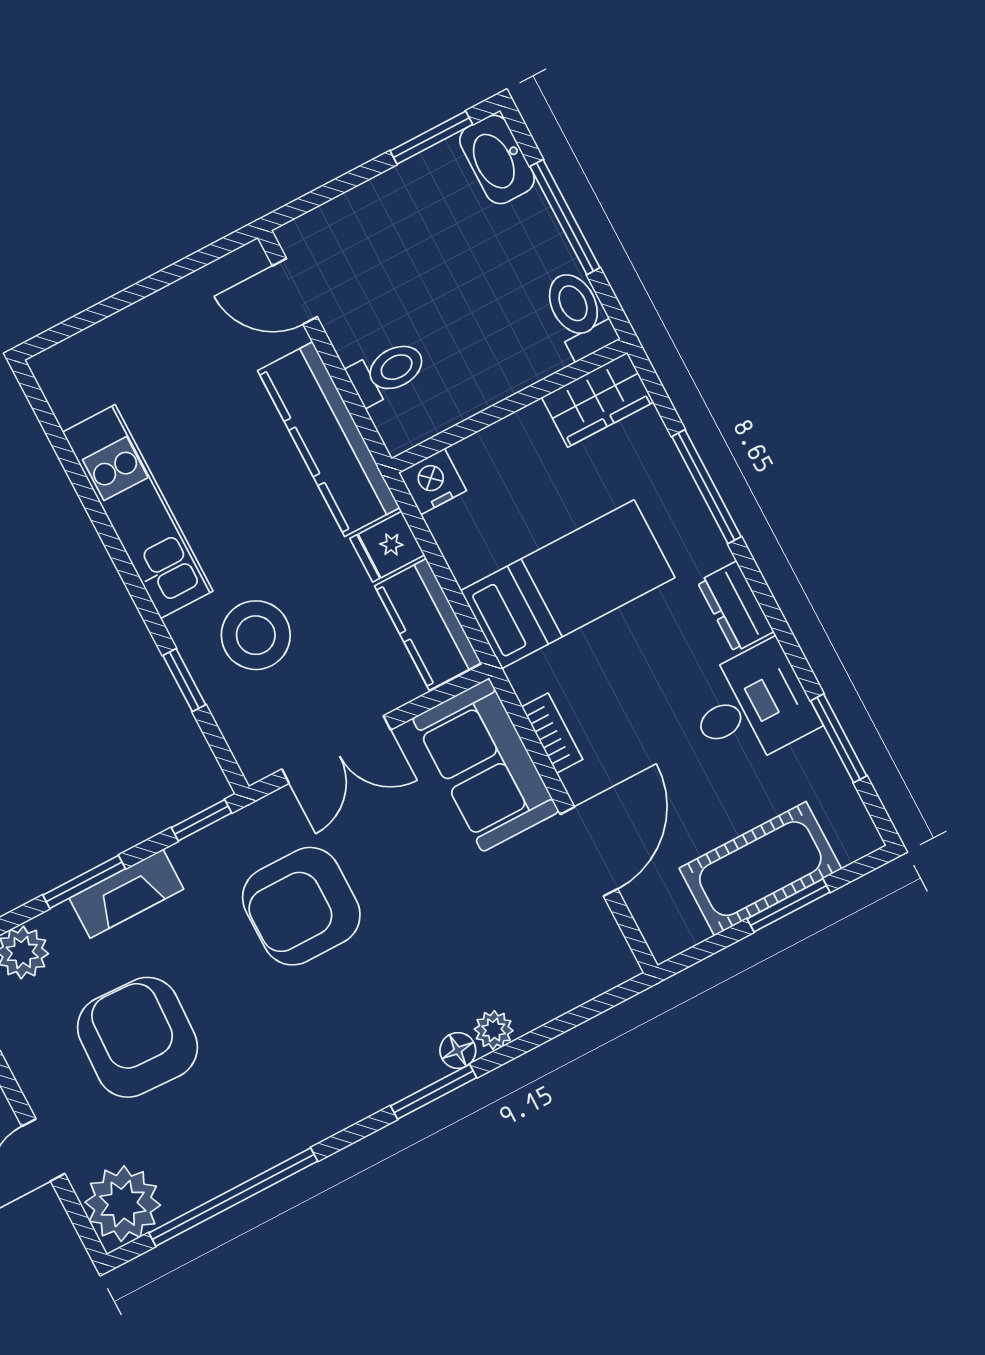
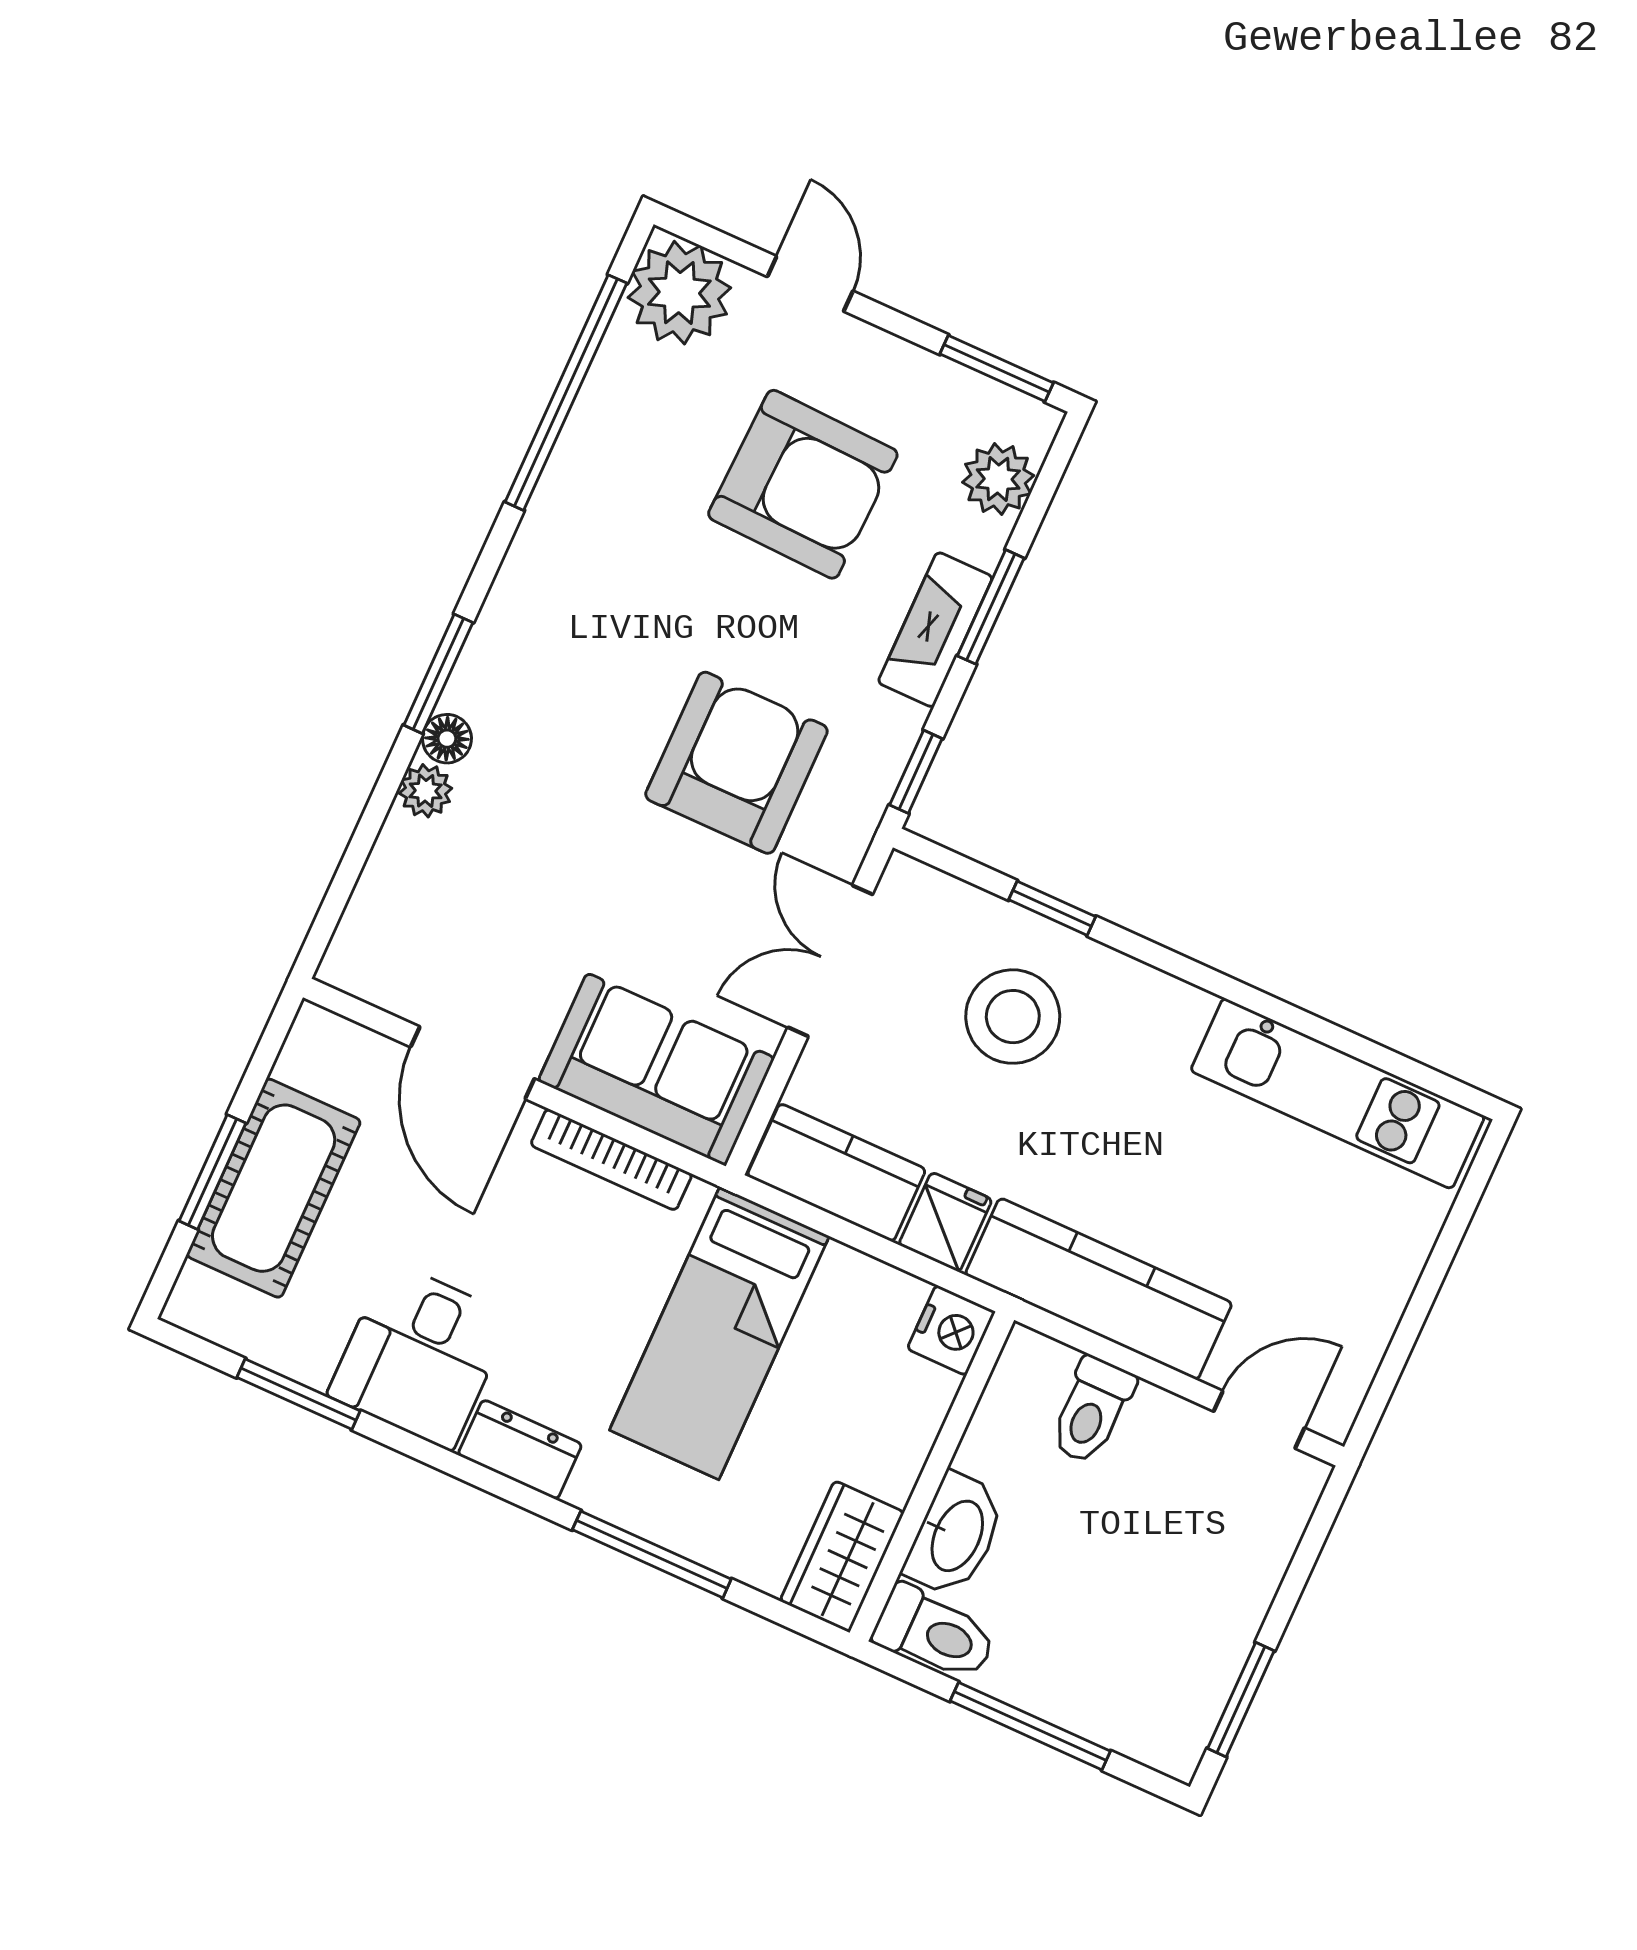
washbasin: (497, 159) -> (955, 1535), moved, turned 90
kitchen unit: (138, 512) -> (1338, 1093), moved
bookcase: (552, 733) -> (611, 1160), width x1.56

